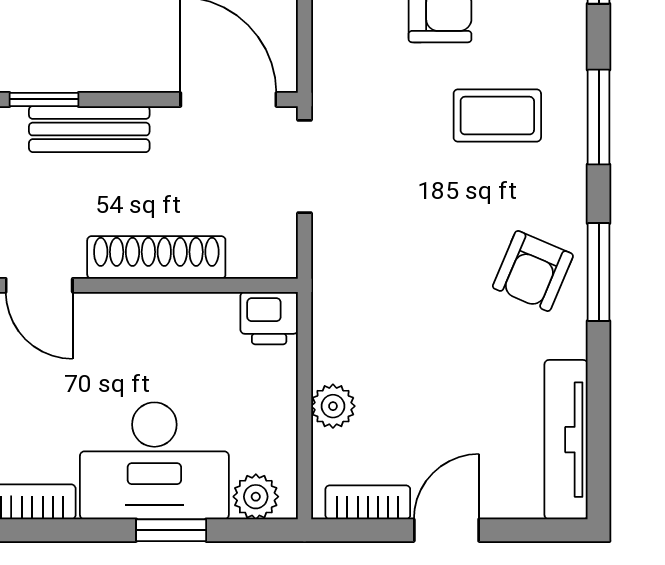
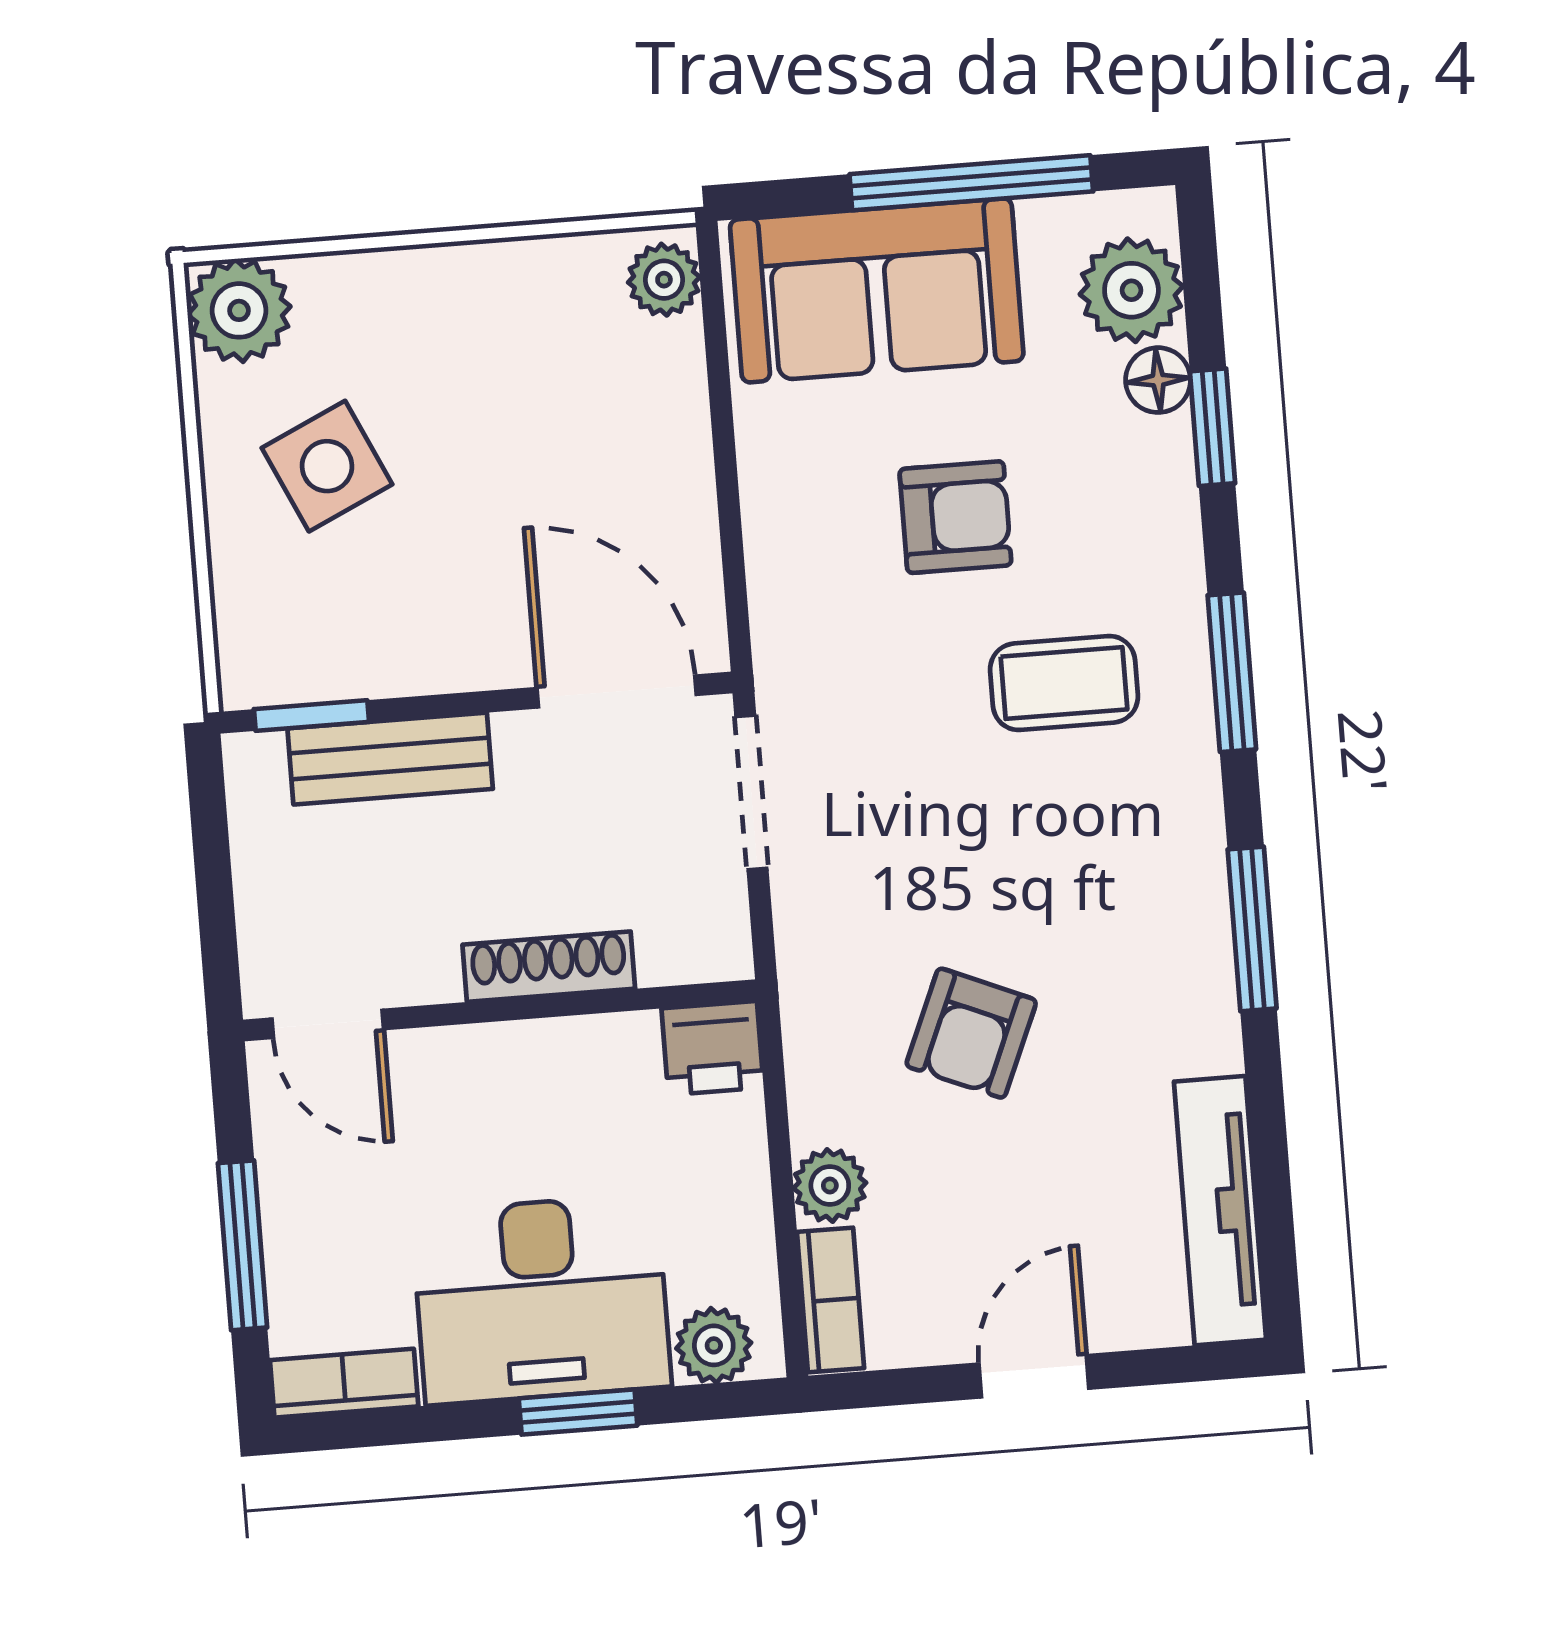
shoe rack: (156, 257) -> (549, 967), width x0.74, depth x0.81
armchair: (533, 271) -> (971, 1033), moved
bookcase: (368, 502) -> (831, 1300), moved, turned 90

